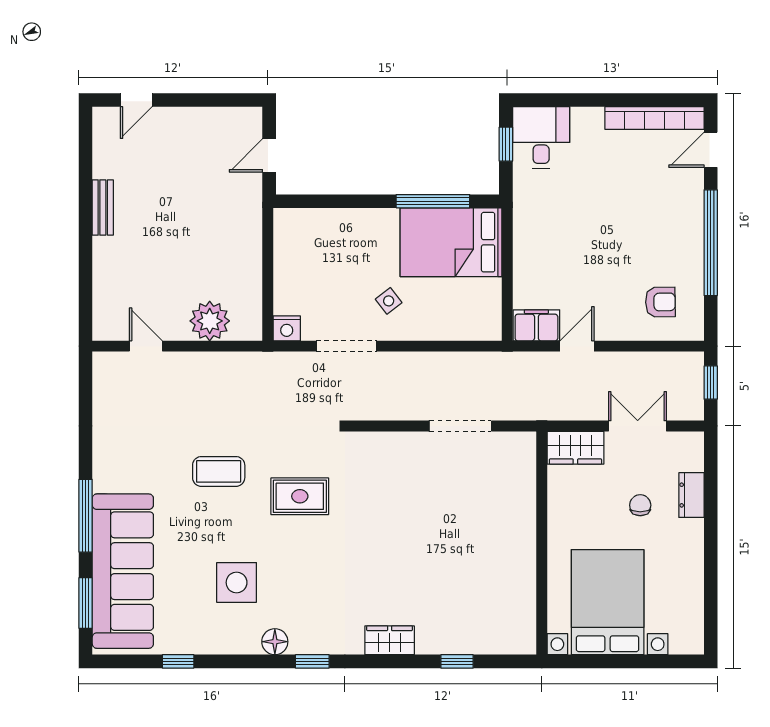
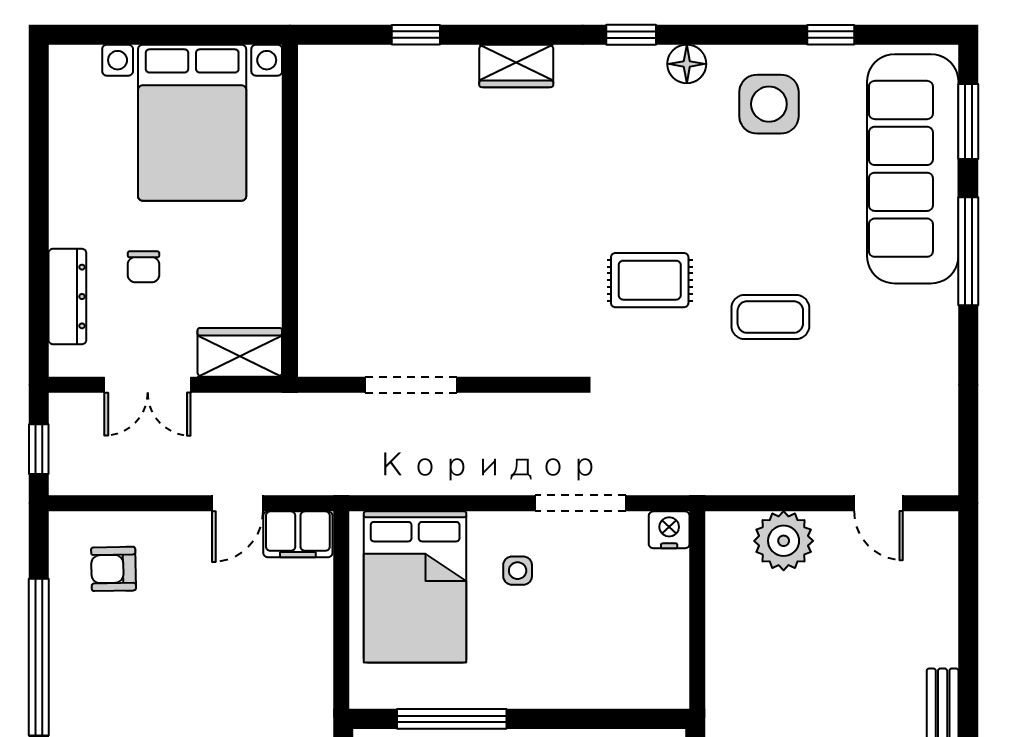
bed: (451, 242) -> (415, 587), moved, turned 90
side table: (389, 301) -> (518, 571), turned 38
dresser: (691, 495) -> (67, 297), width x1.44
side table: (237, 582) -> (769, 104), moved

